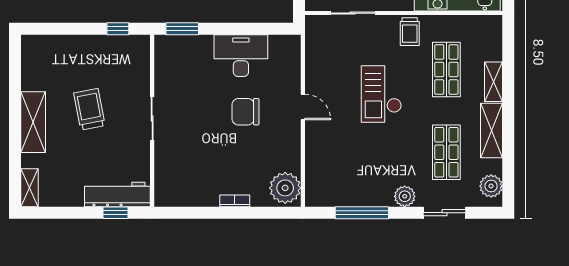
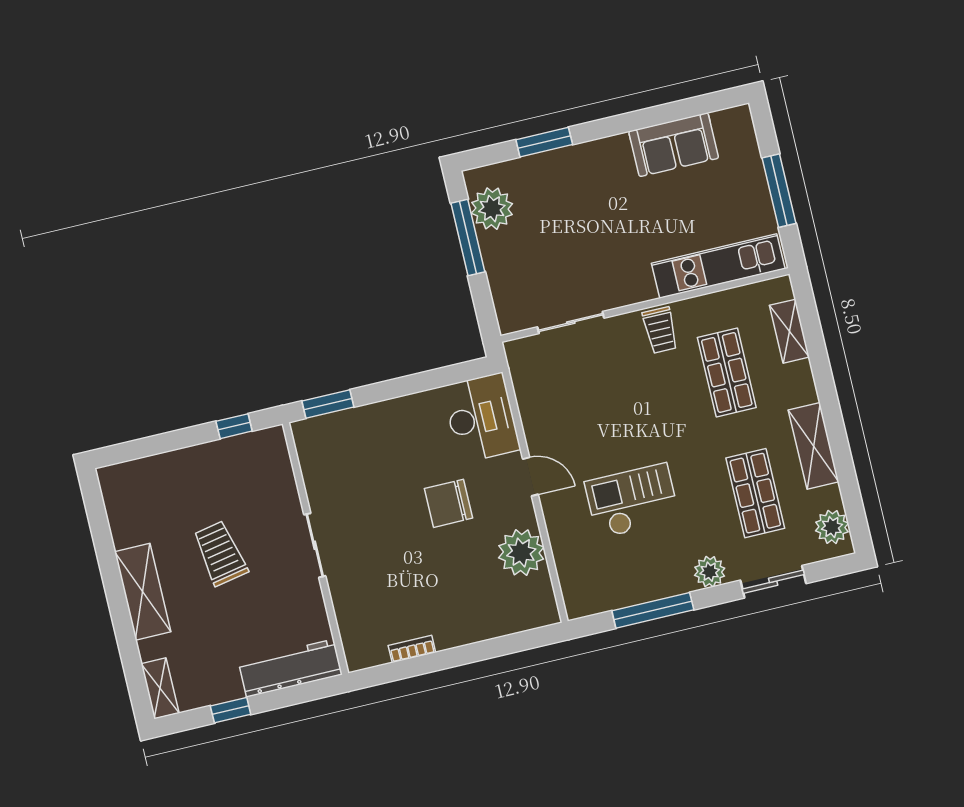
desk: (241, 56) -> (481, 418), moved, turned 90
shelving: (493, 82) -> (789, 331), moved
checkout: (381, 94) -> (632, 501), moved, turned 90
plant: (285, 188) -> (521, 552), moved
bookcase: (235, 201) -> (412, 649), moved
window: (116, 213) -> (231, 710), moved

